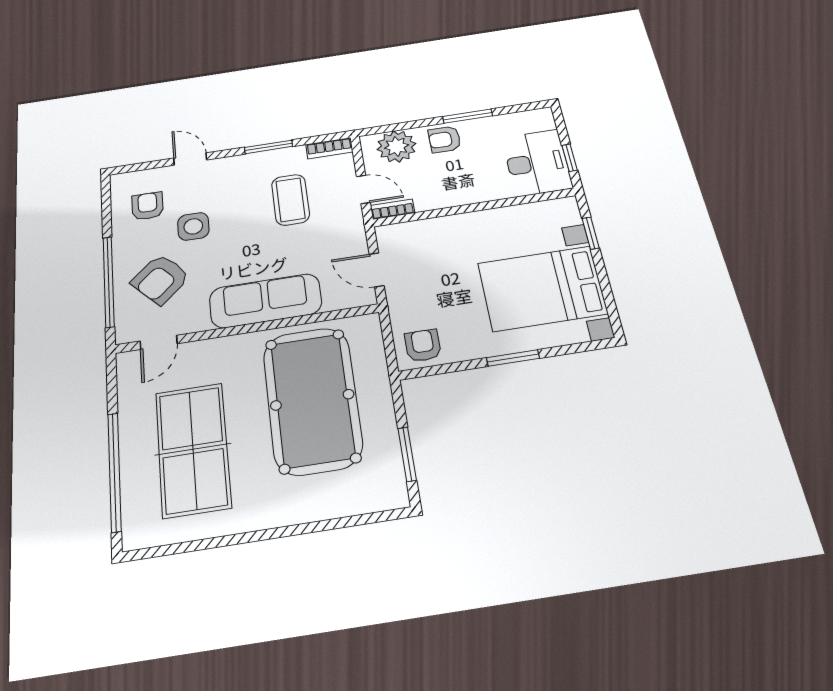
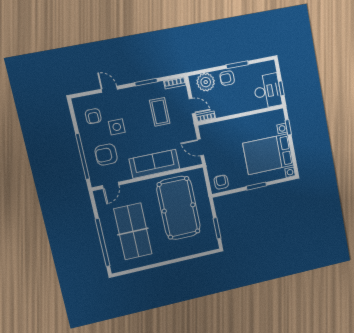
armchair: (148, 206) -> (93, 116), turned 180
armchair: (160, 279) -> (106, 155), turned 43

